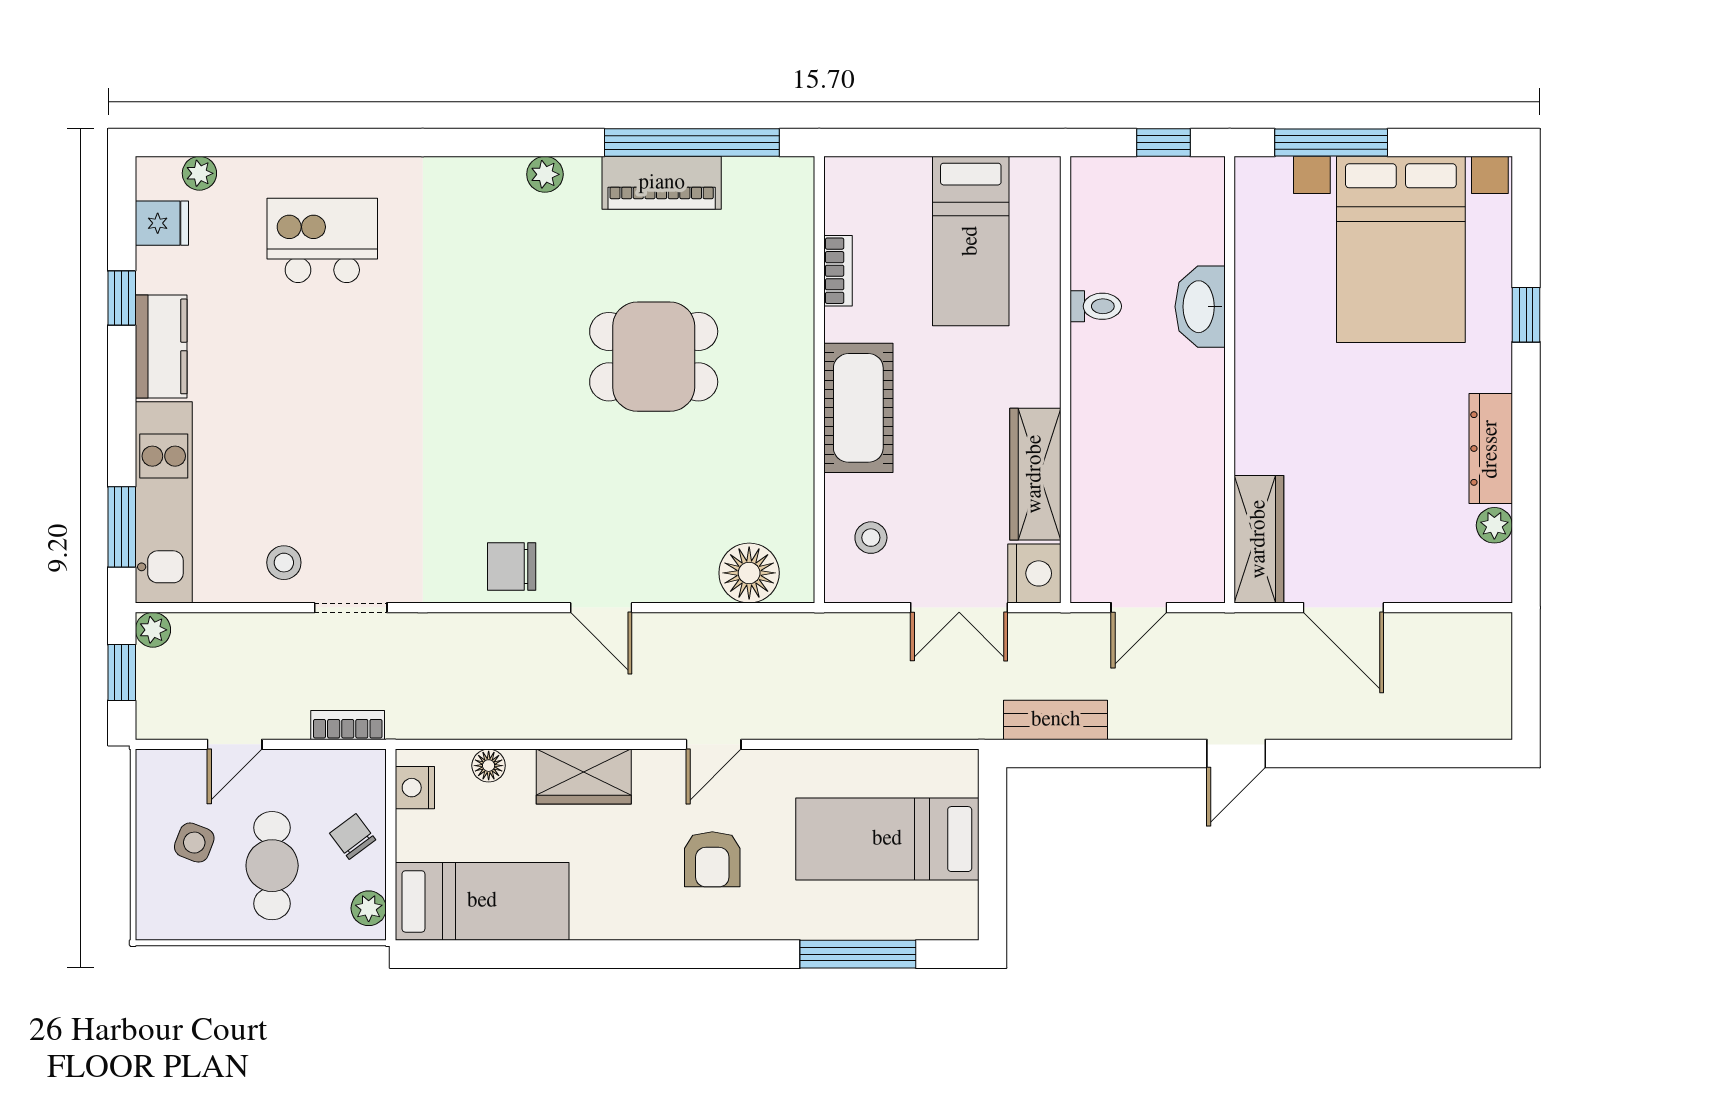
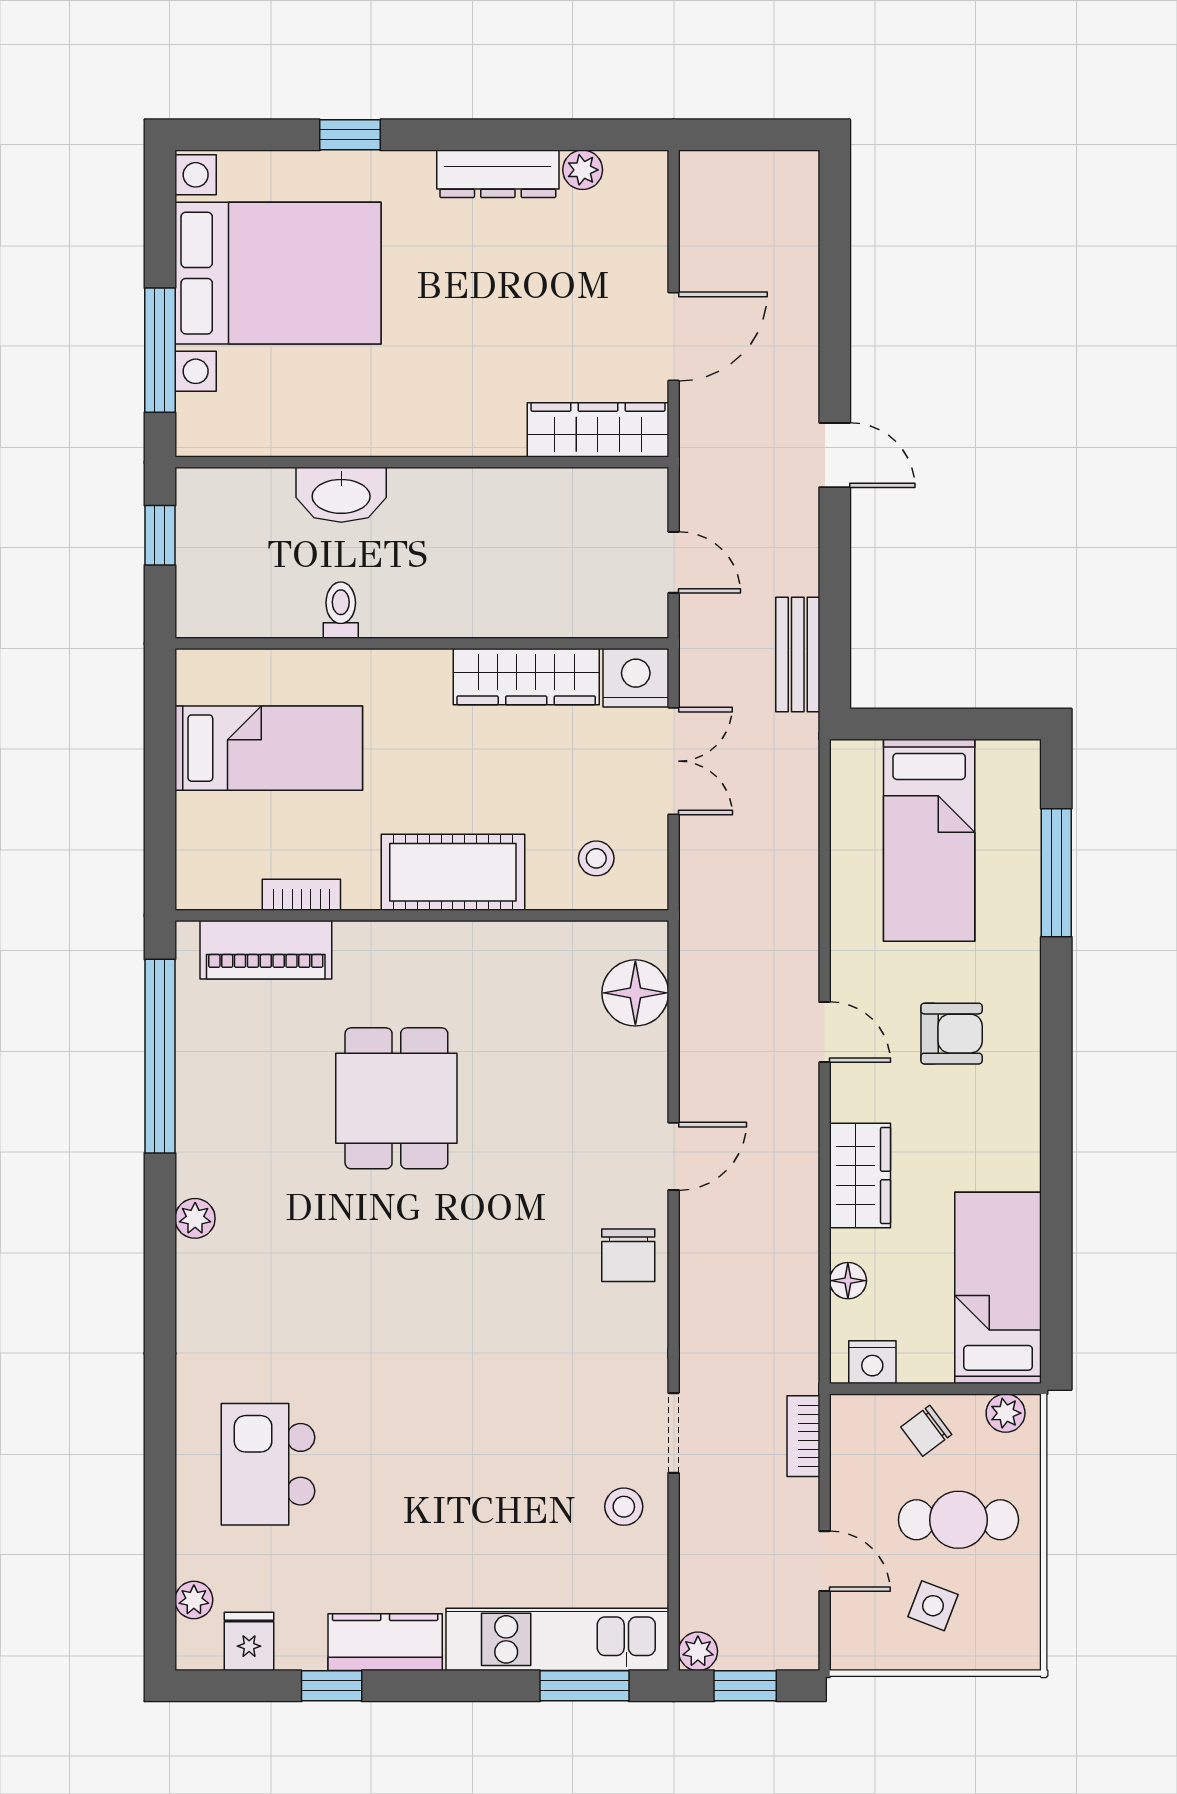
piano: (662, 183) -> (266, 950), moved, turned 90

